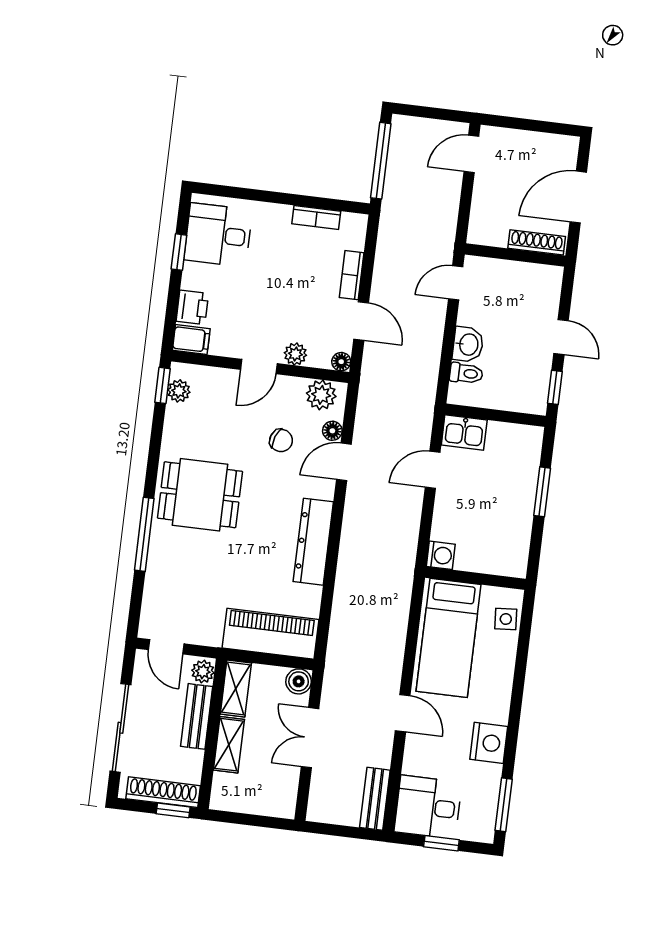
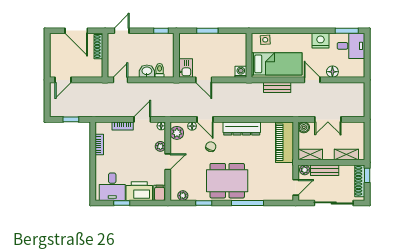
door: (471, 154) -> (63, 80), hinge flipped
window: (381, 161) -> (71, 119), width x0.46
door: (456, 283) -> (120, 80), swing flipped
printer: (192, 307) -> (139, 191), width x1.87, depth x1.48
door: (561, 337) -> (122, 31), moved
door: (259, 367) -> (168, 162), hinge flipped
window: (163, 385) -> (204, 203), moved
chair: (281, 440) -> (211, 147), moved
dining table: (200, 495) -> (227, 181), width x1.38
door: (403, 713) -> (312, 80), hinge flipped
shelving: (229, 745) -> (346, 155), moved
floor lamp: (416, 761) -> (332, 72), added
bench: (375, 799) -> (277, 88), moved
desk: (428, 807) -> (351, 46), moved, turned -90
window: (441, 843) -> (367, 56), removed

